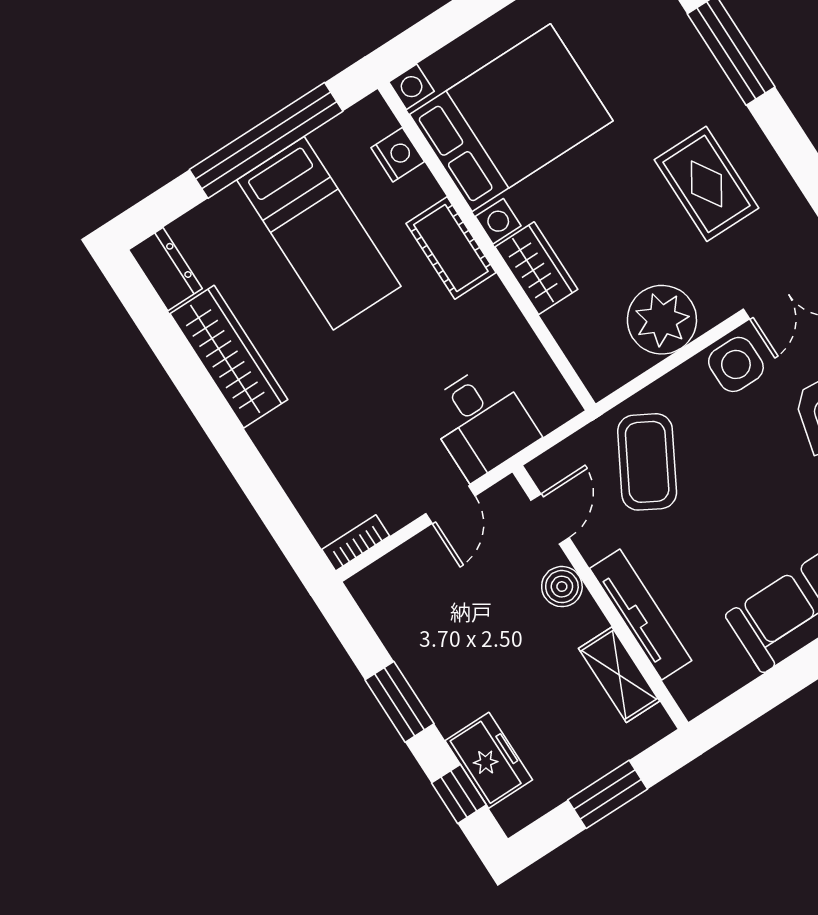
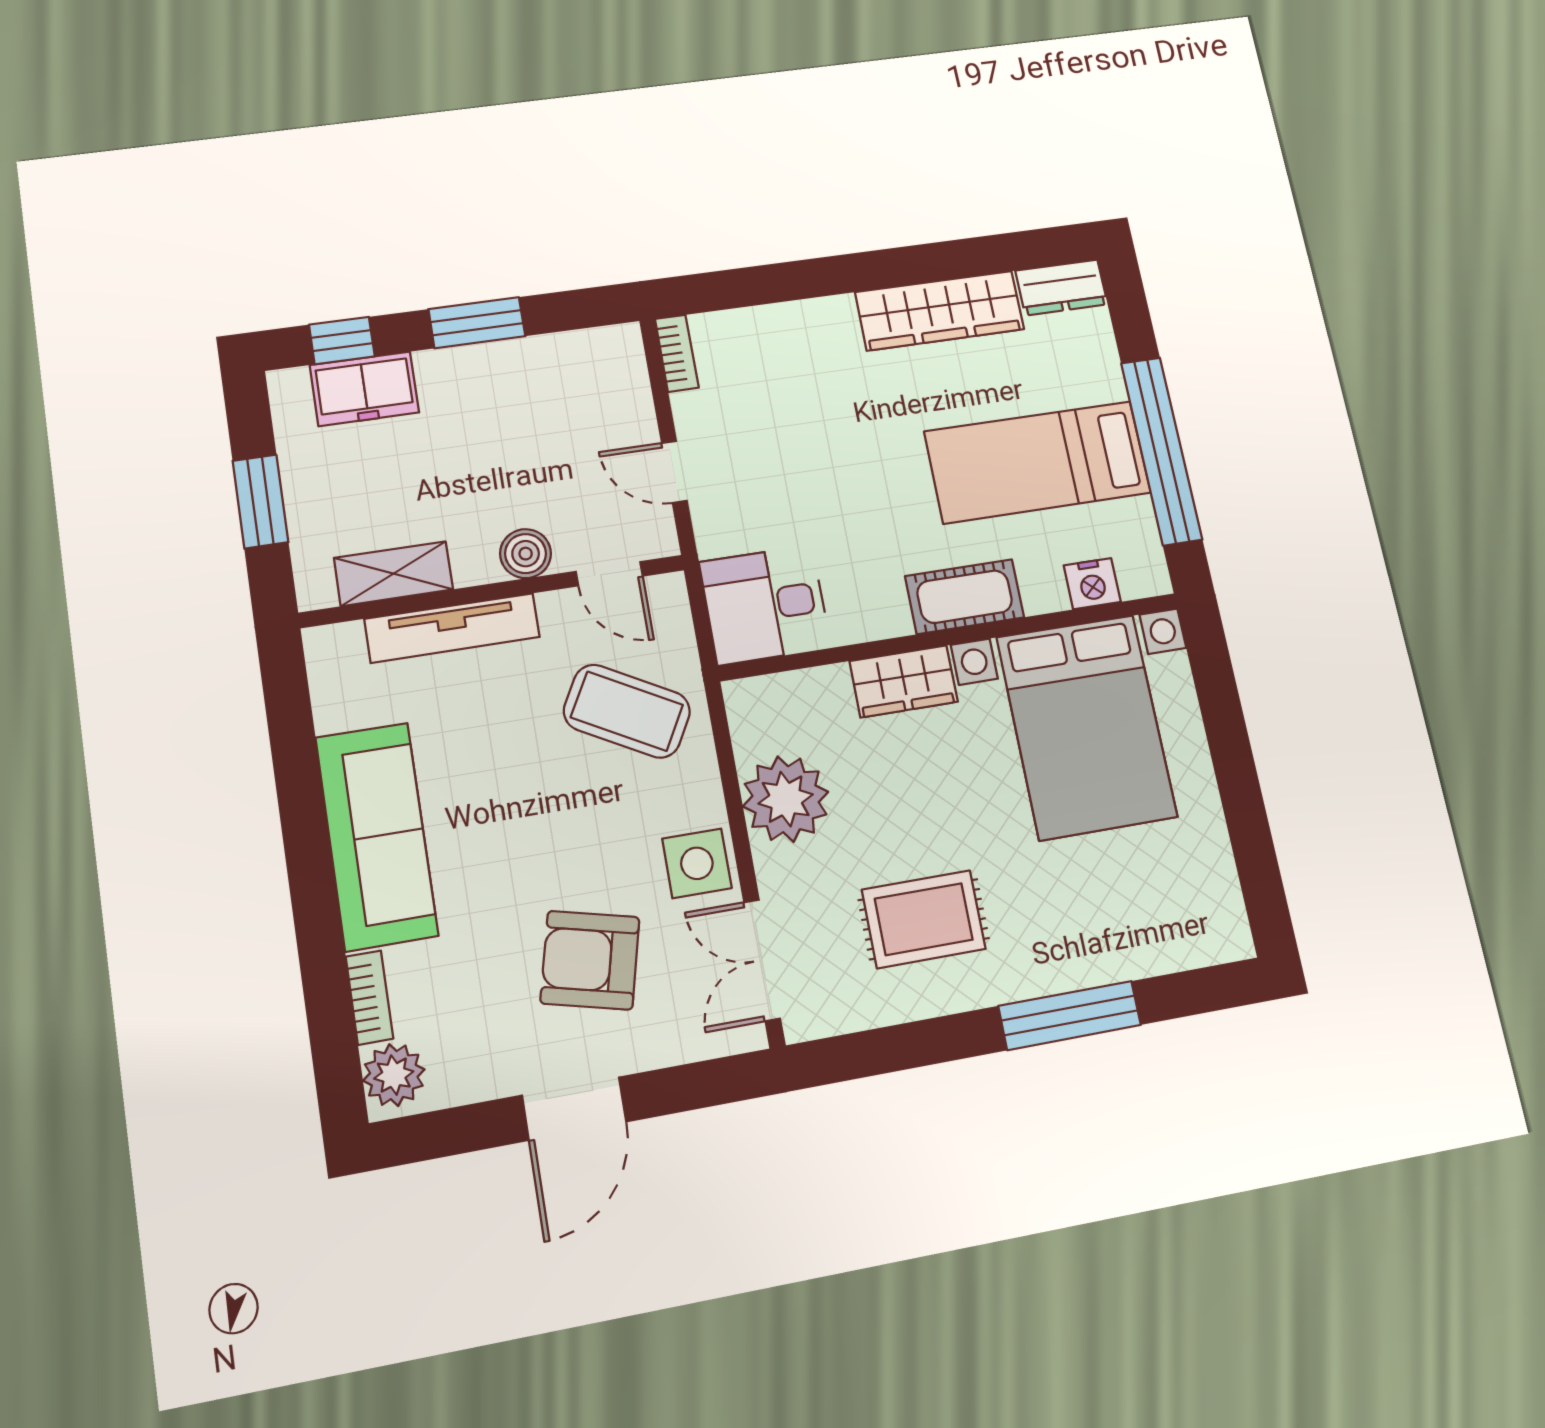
desk: (481, 422) -> (765, 605), moved

